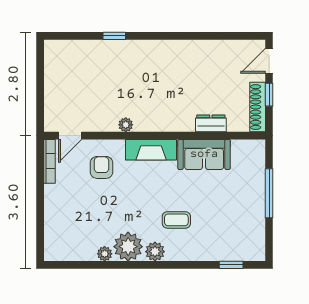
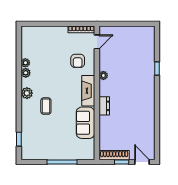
dresser: (211, 123) -> (104, 106), moved
door: (70, 136) -> (97, 42), swing flipped
armchair: (102, 167) -> (78, 61), turned 90
plant: (128, 247) -> (26, 73), width x0.53, depth x0.53

